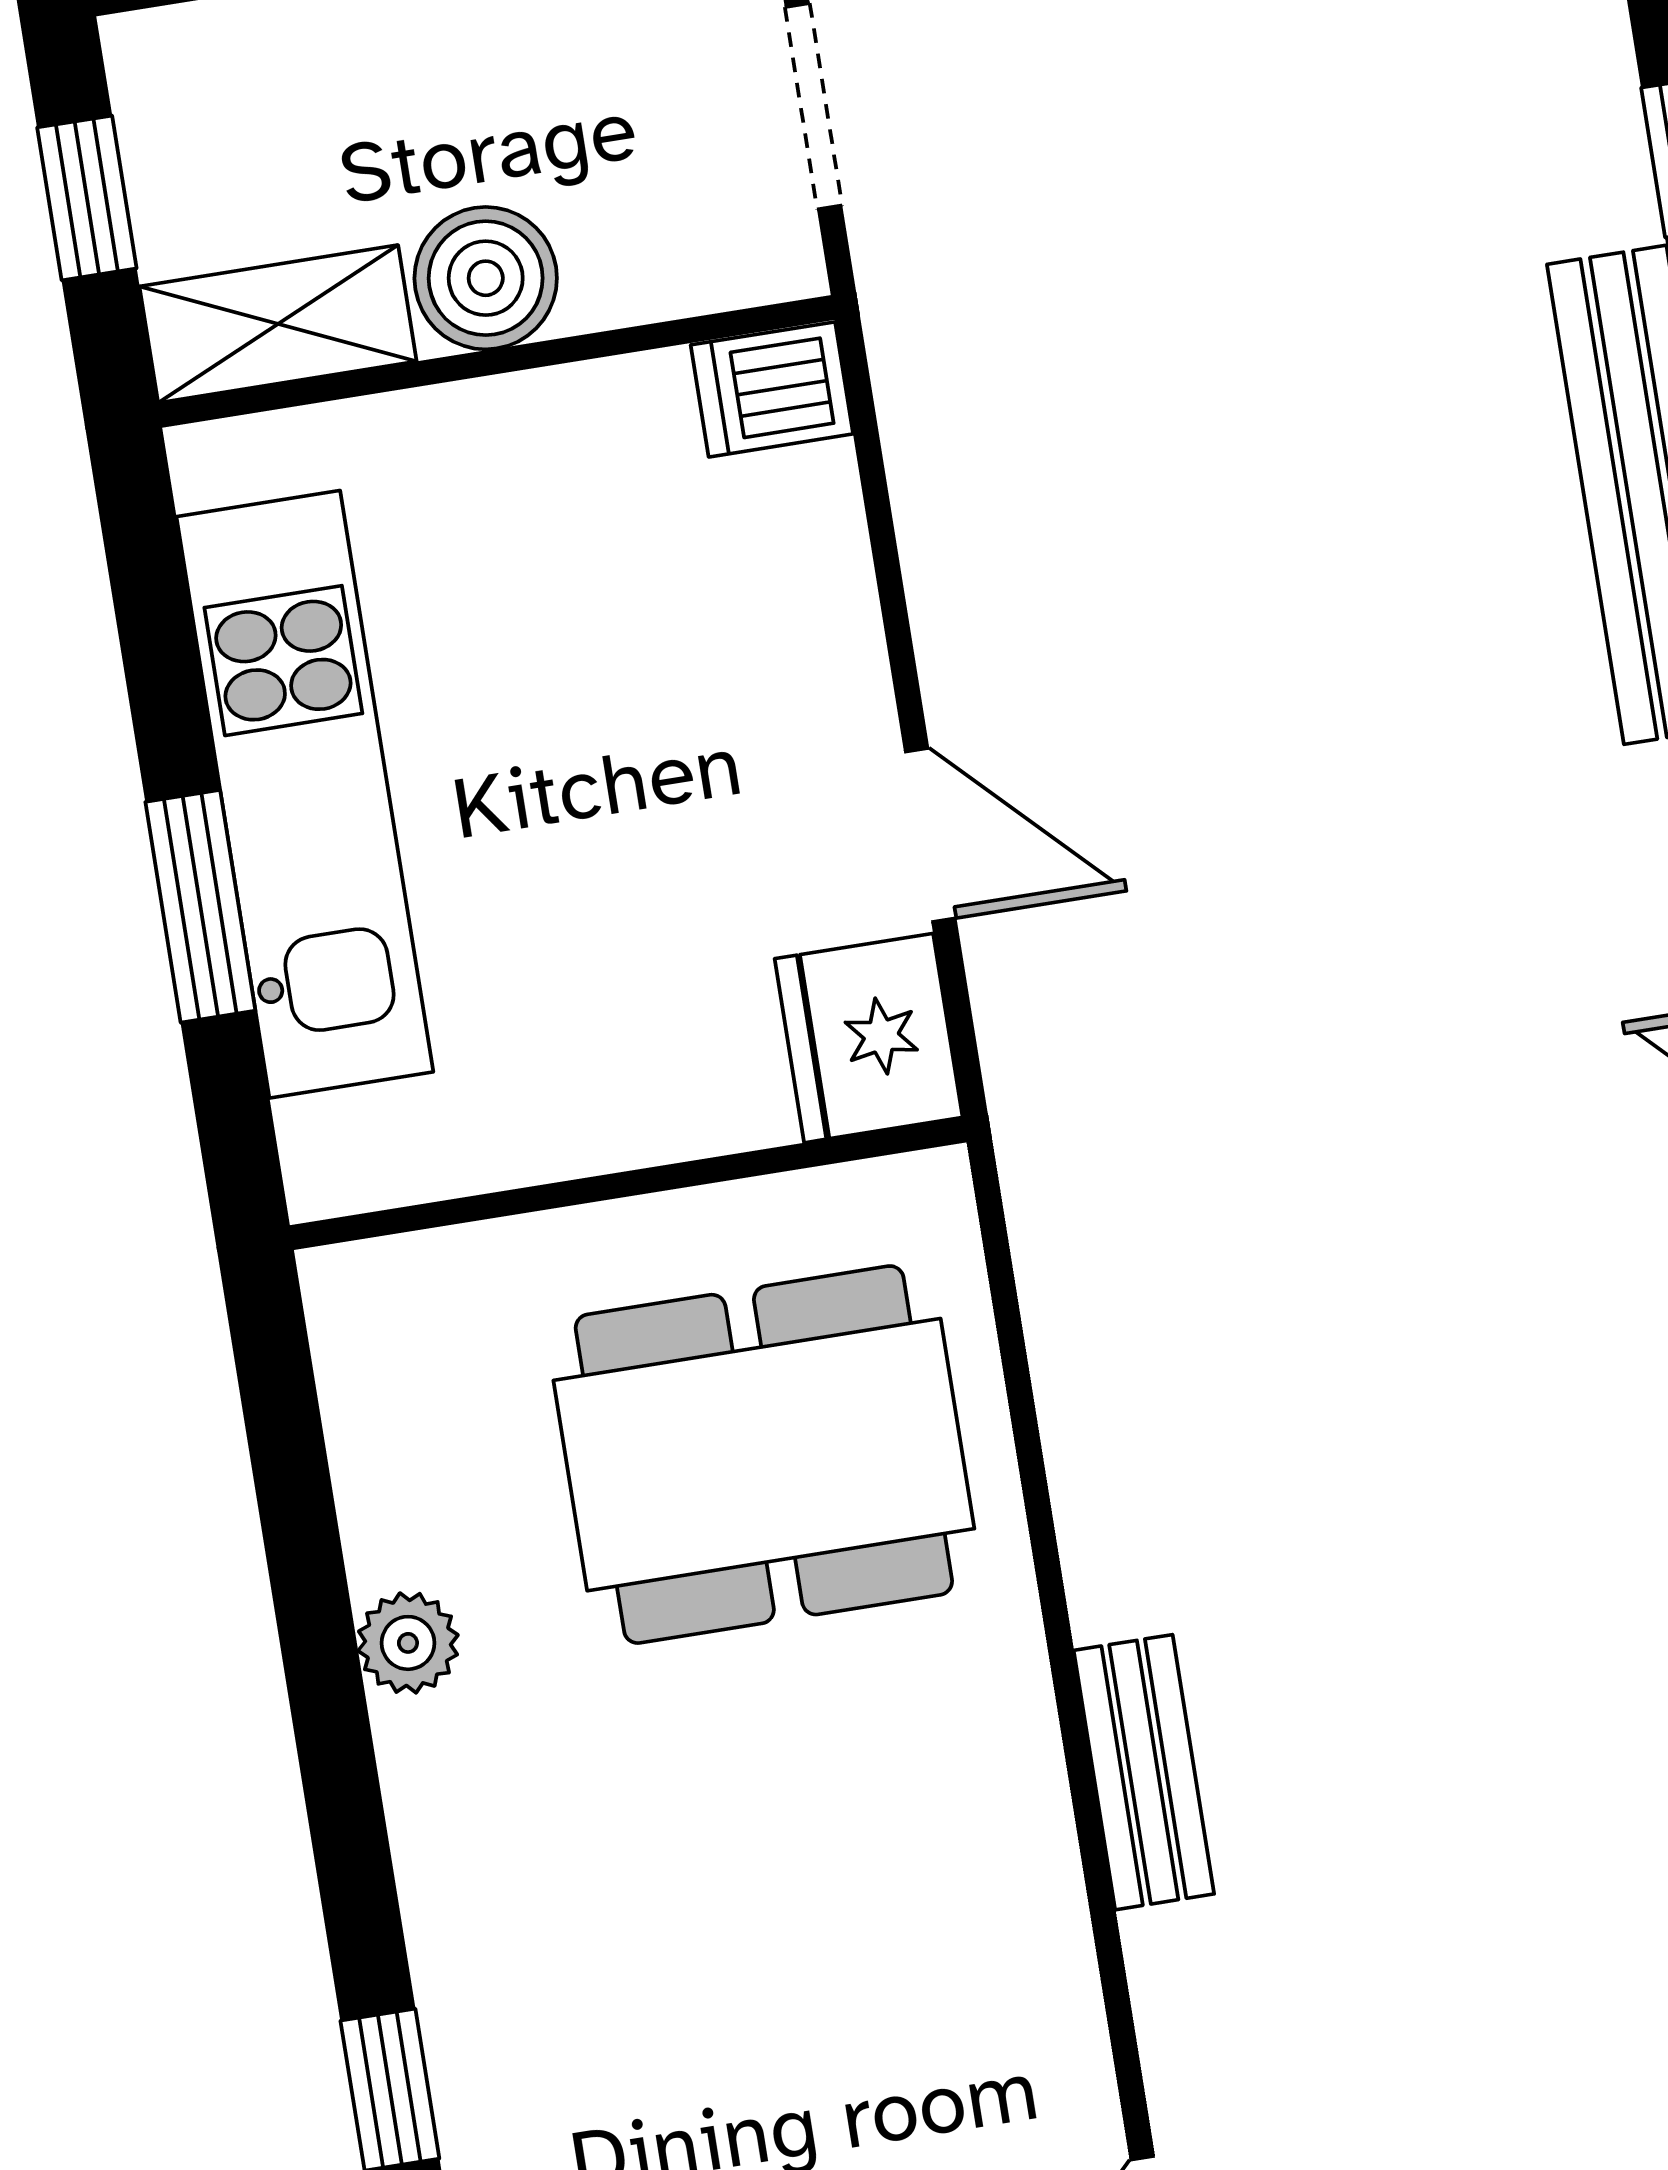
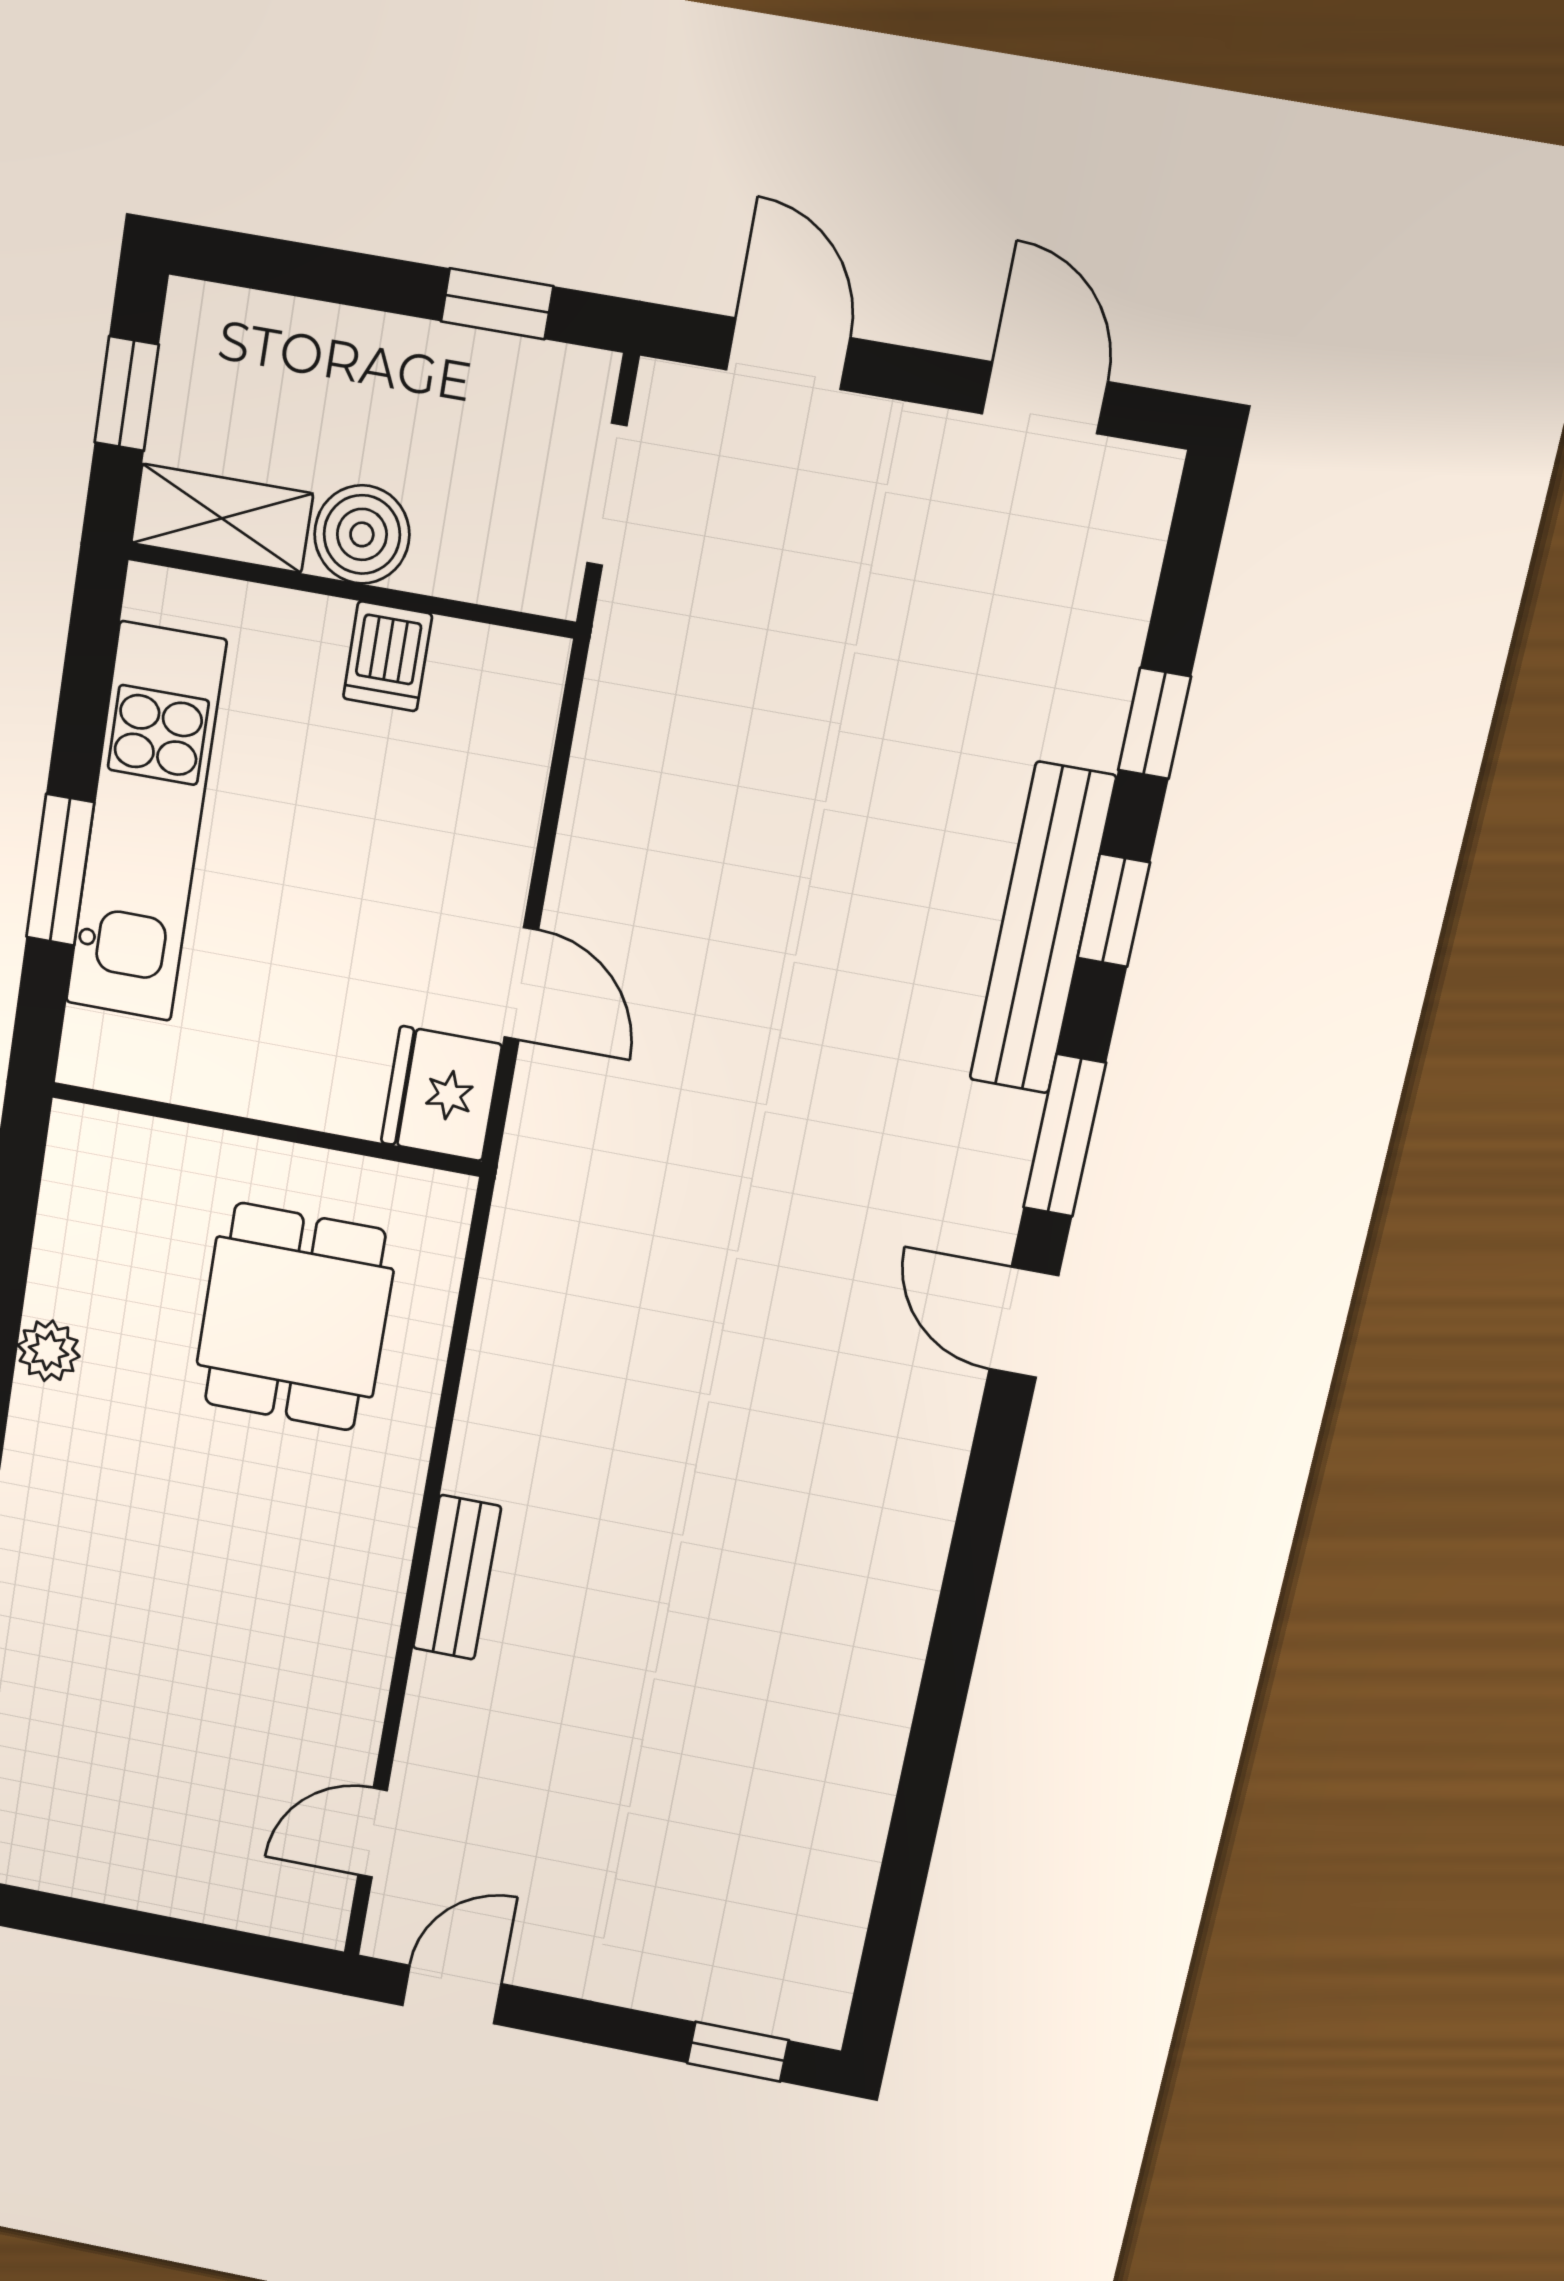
dishwasher: (772, 389) -> (387, 656), moved, turned -90
dining table: (764, 1455) -> (295, 1317), width x0.73

